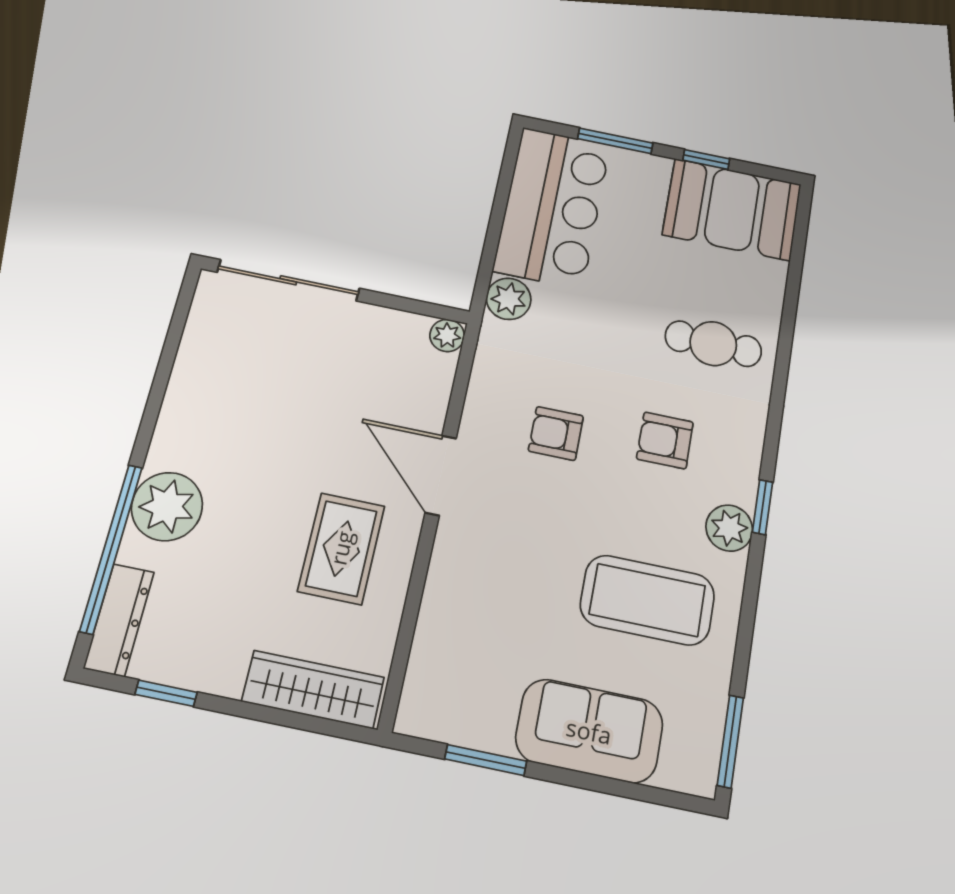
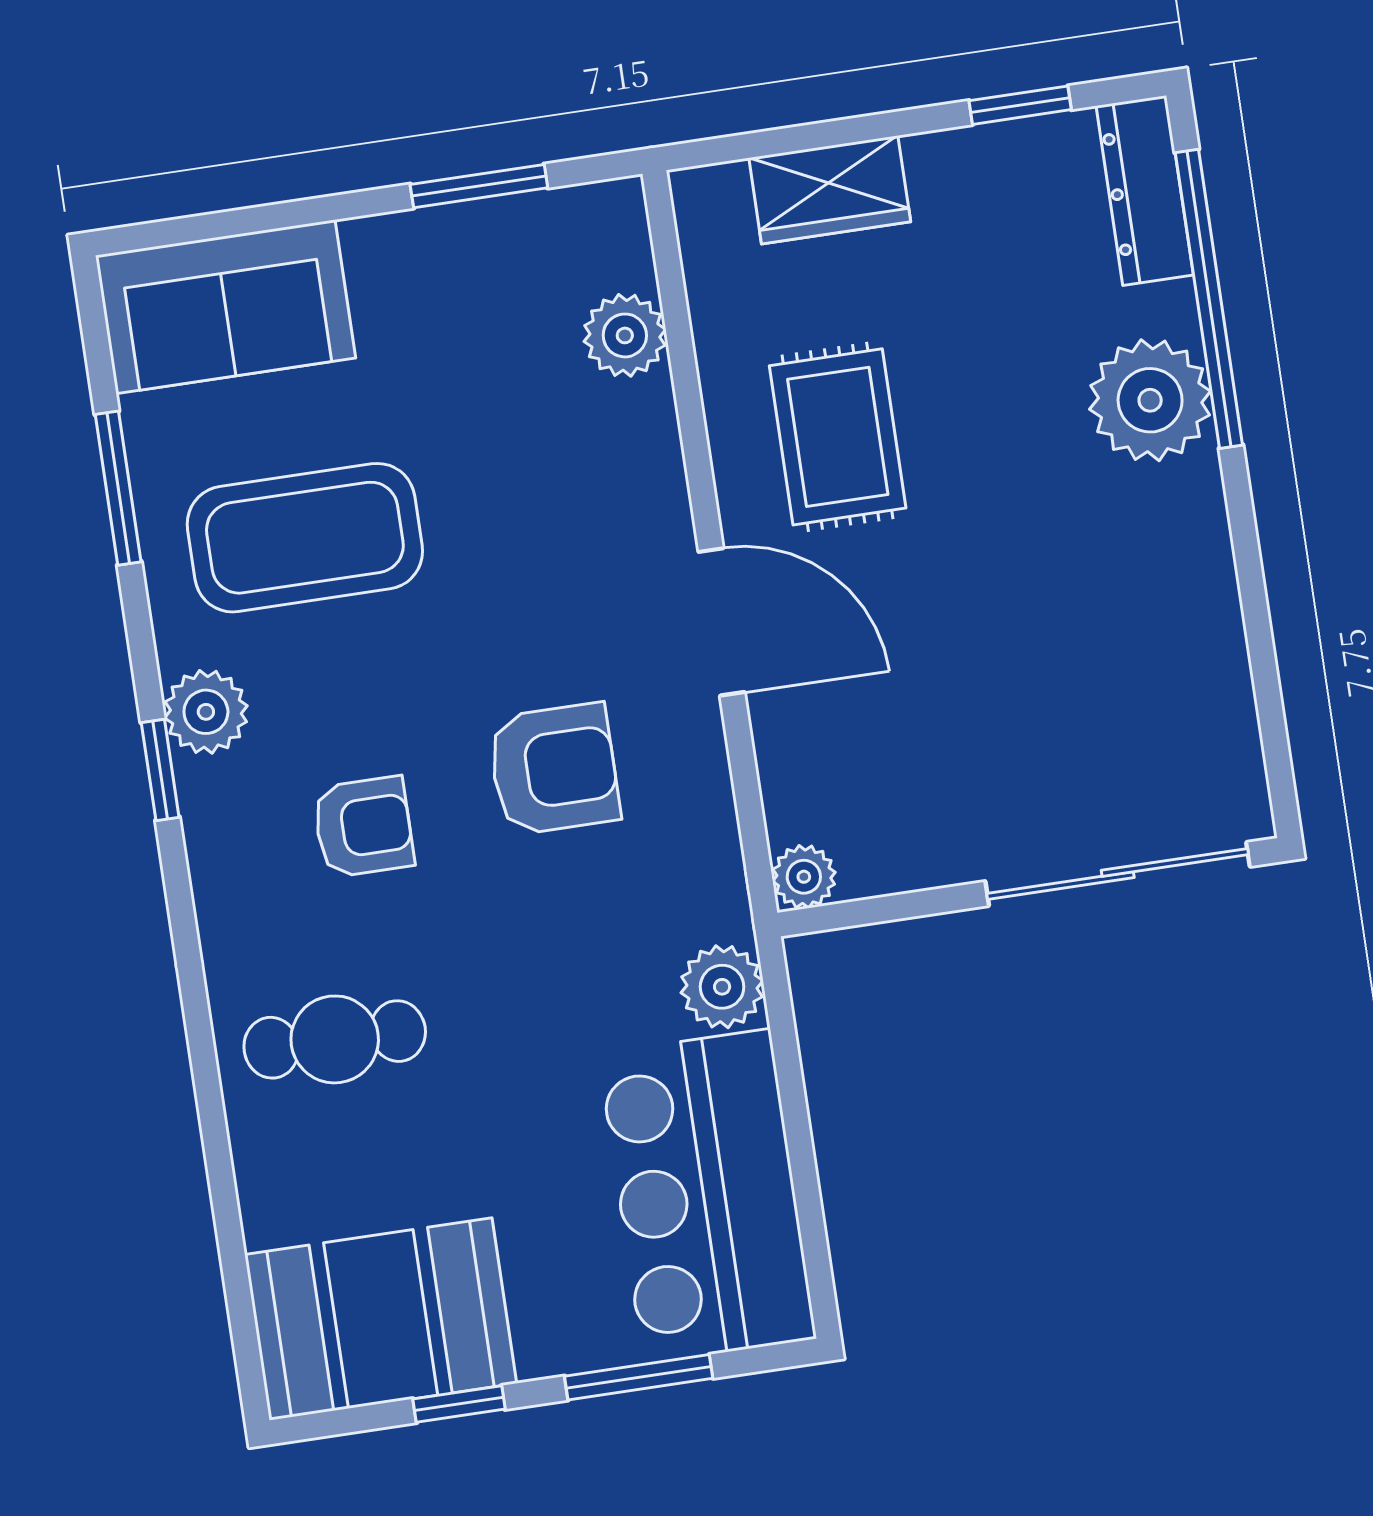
armchair: (556, 433) -> (554, 769), width x1.38, depth x1.38
plant: (435, 646) -> (625, 335), added
wardrobe: (313, 689) -> (830, 190), width x0.67
sofa: (589, 731) -> (225, 307), moved
window: (730, 741) -> (118, 488), moved

